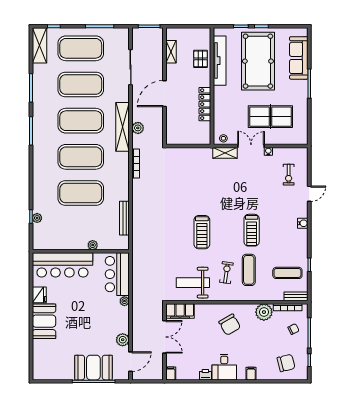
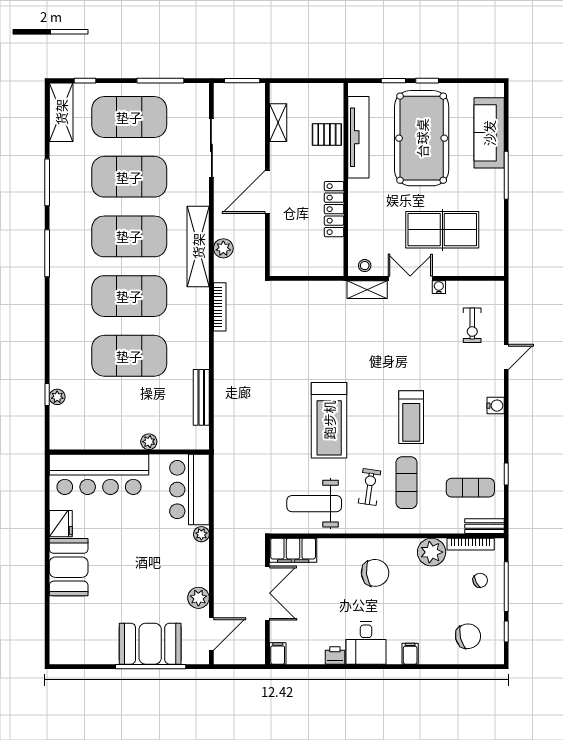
pallet: (201, 59) -> (327, 134), turned 90
treadmill: (202, 232) -> (329, 420), width x1.37, depth x1.38
chair: (230, 325) -> (375, 573), turned -67

